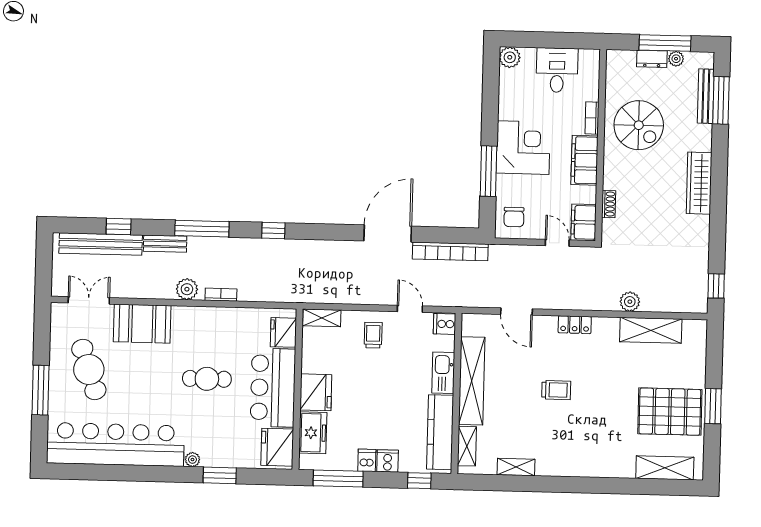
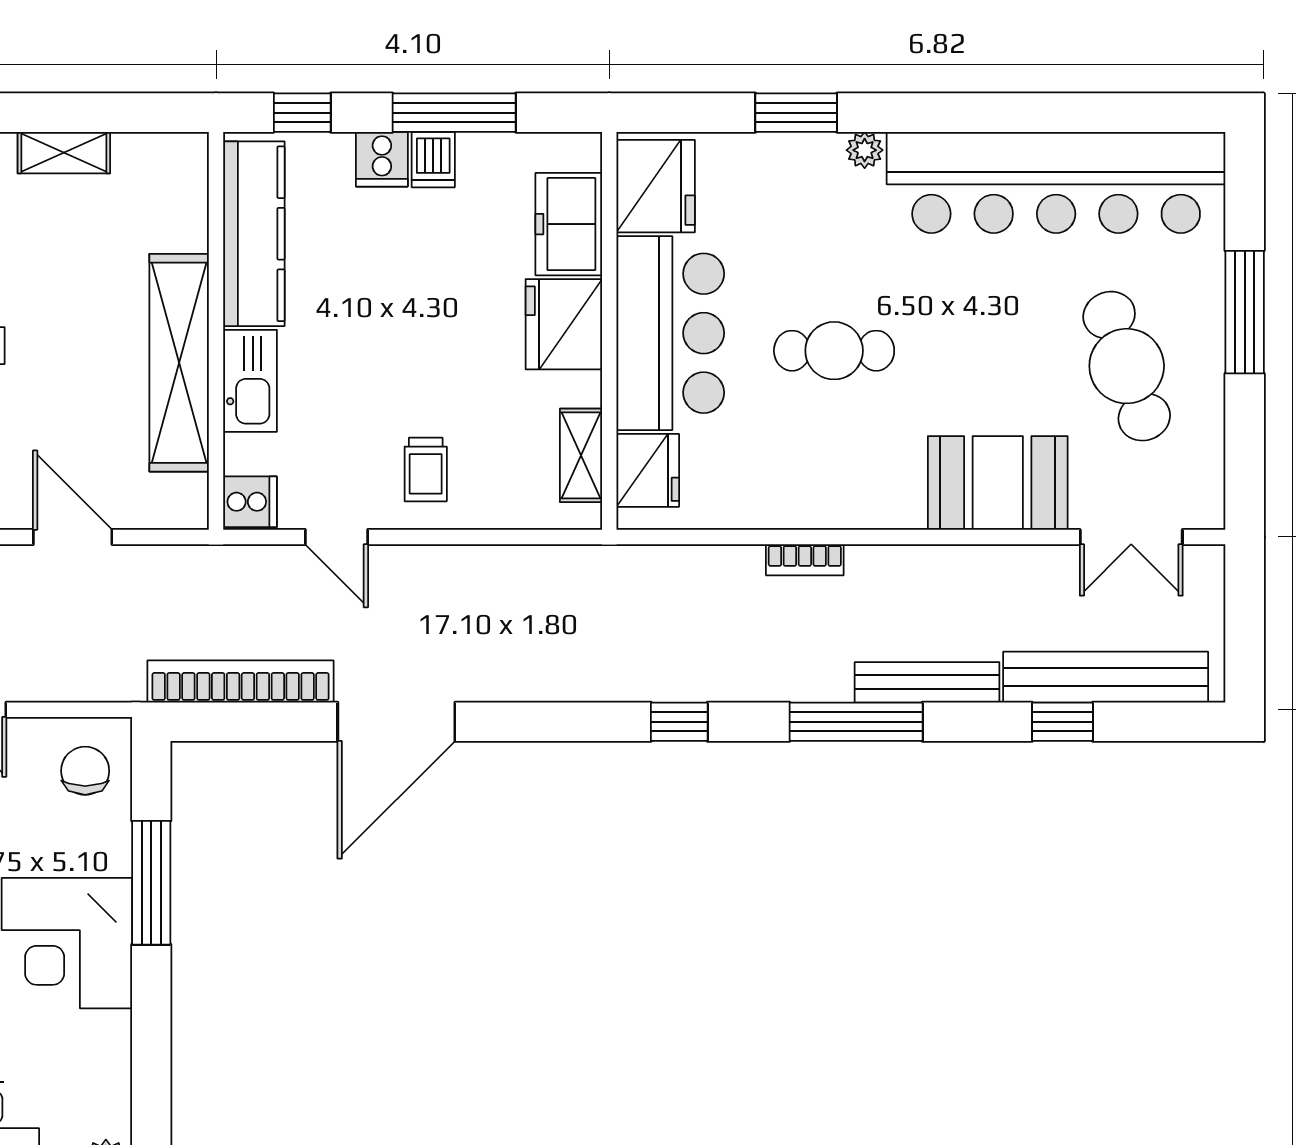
bench: (165, 244) -> (927, 682), width x1.36
plant: (187, 289) -> (889, 571), removed
shelving: (322, 318) -> (581, 455), moved, turned 90
shelving: (467, 446) -> (187, 201), removed
window: (338, 478) -> (454, 113), moved

